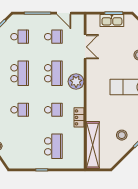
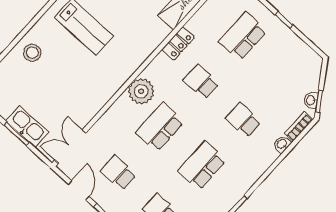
double door: (85, 47) -> (70, 147), moved

